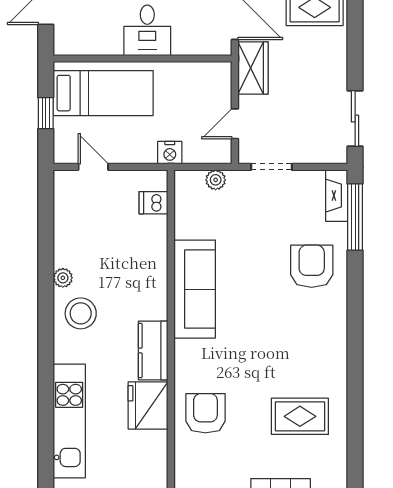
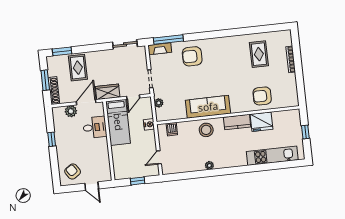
desk: (147, 30) -> (95, 127), moved
bed: (103, 93) -> (118, 122), moved, turned 180
door: (235, 124) -> (133, 97), hinge flipped
stool: (81, 313) -> (206, 130), moved

